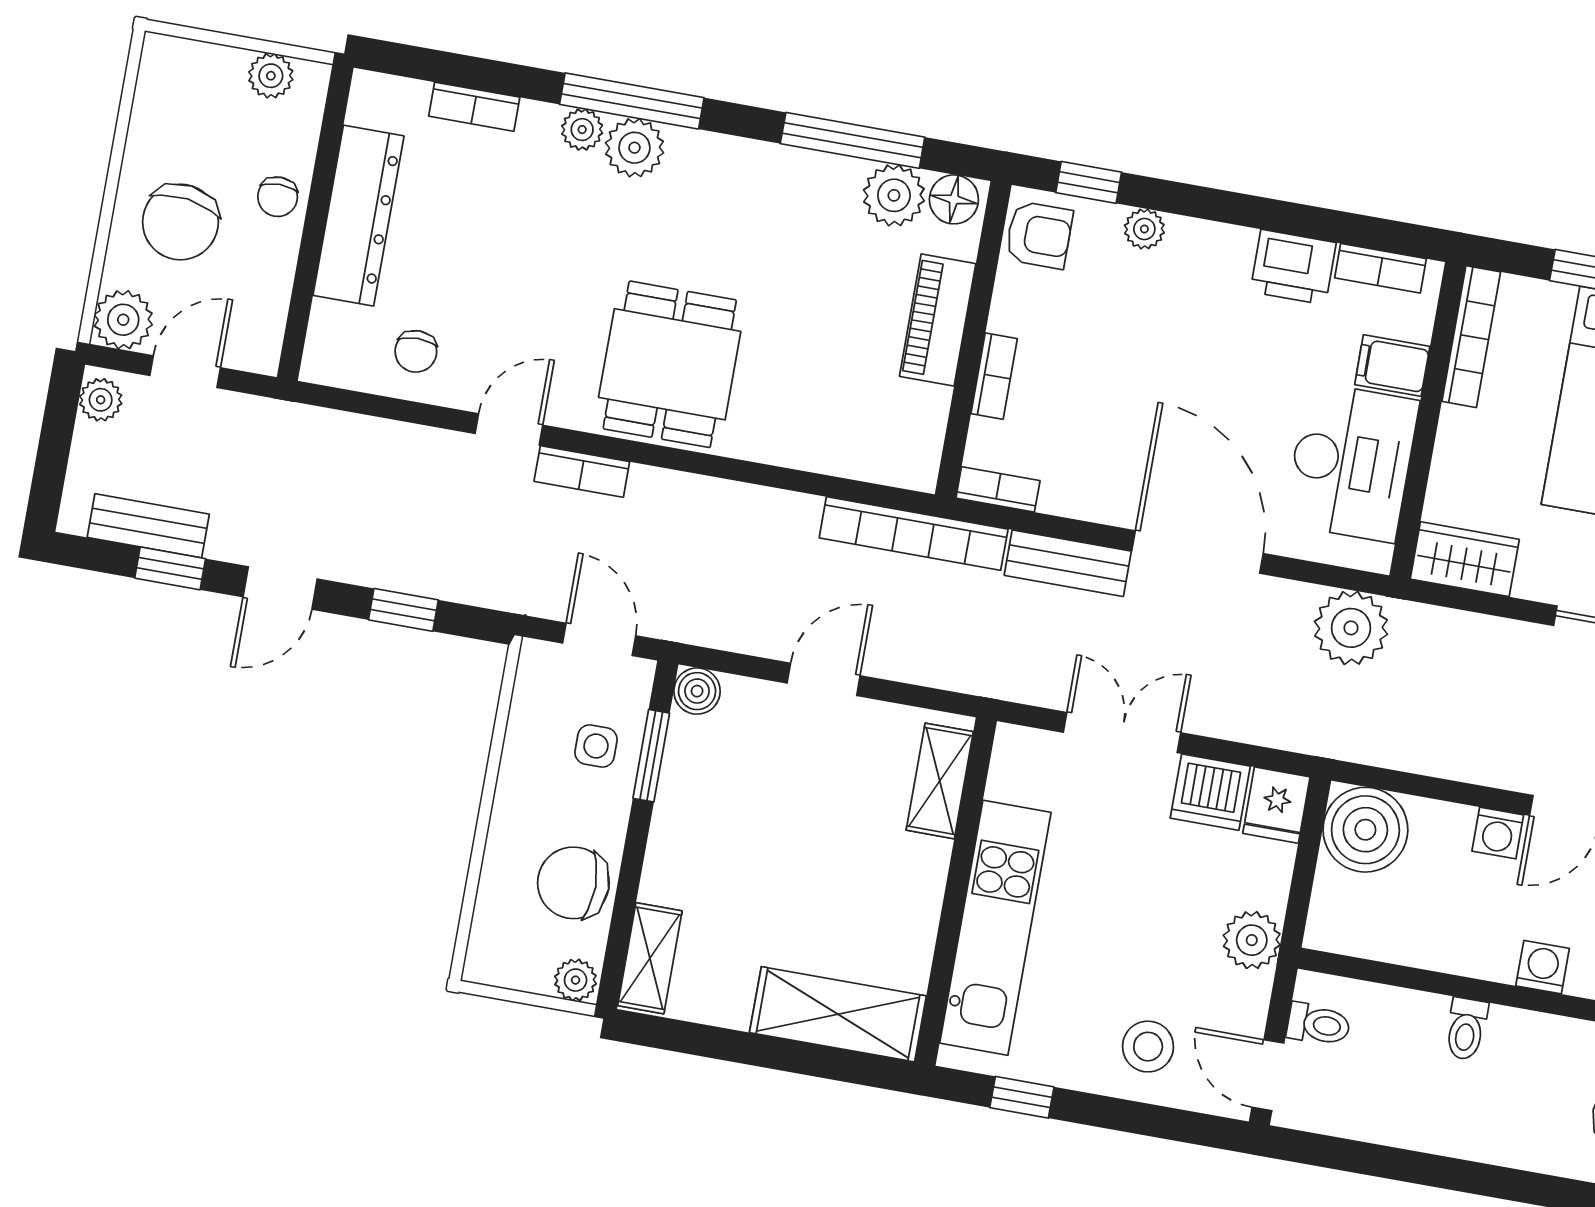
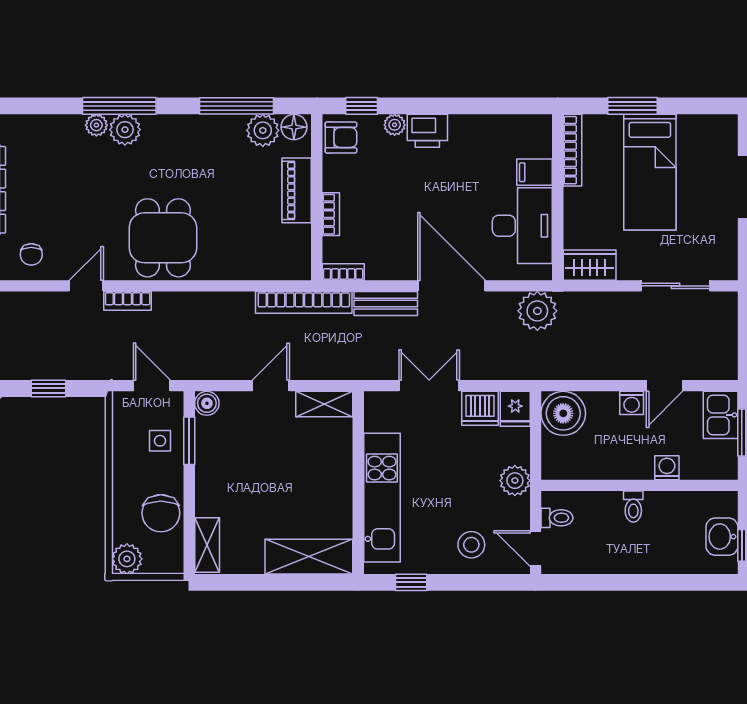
bookcase: (474, 107) -> (39, 123), removed
printer: (1293, 267) -> (427, 131), moved
bookcase: (1381, 268) -> (520, 123), removed
shelving: (940, 781) -> (324, 404), moved, turned 90
chair: (573, 883) -> (161, 513), turned -90
plant: (576, 980) -> (127, 559), moved, width x1.38, depth x1.38

